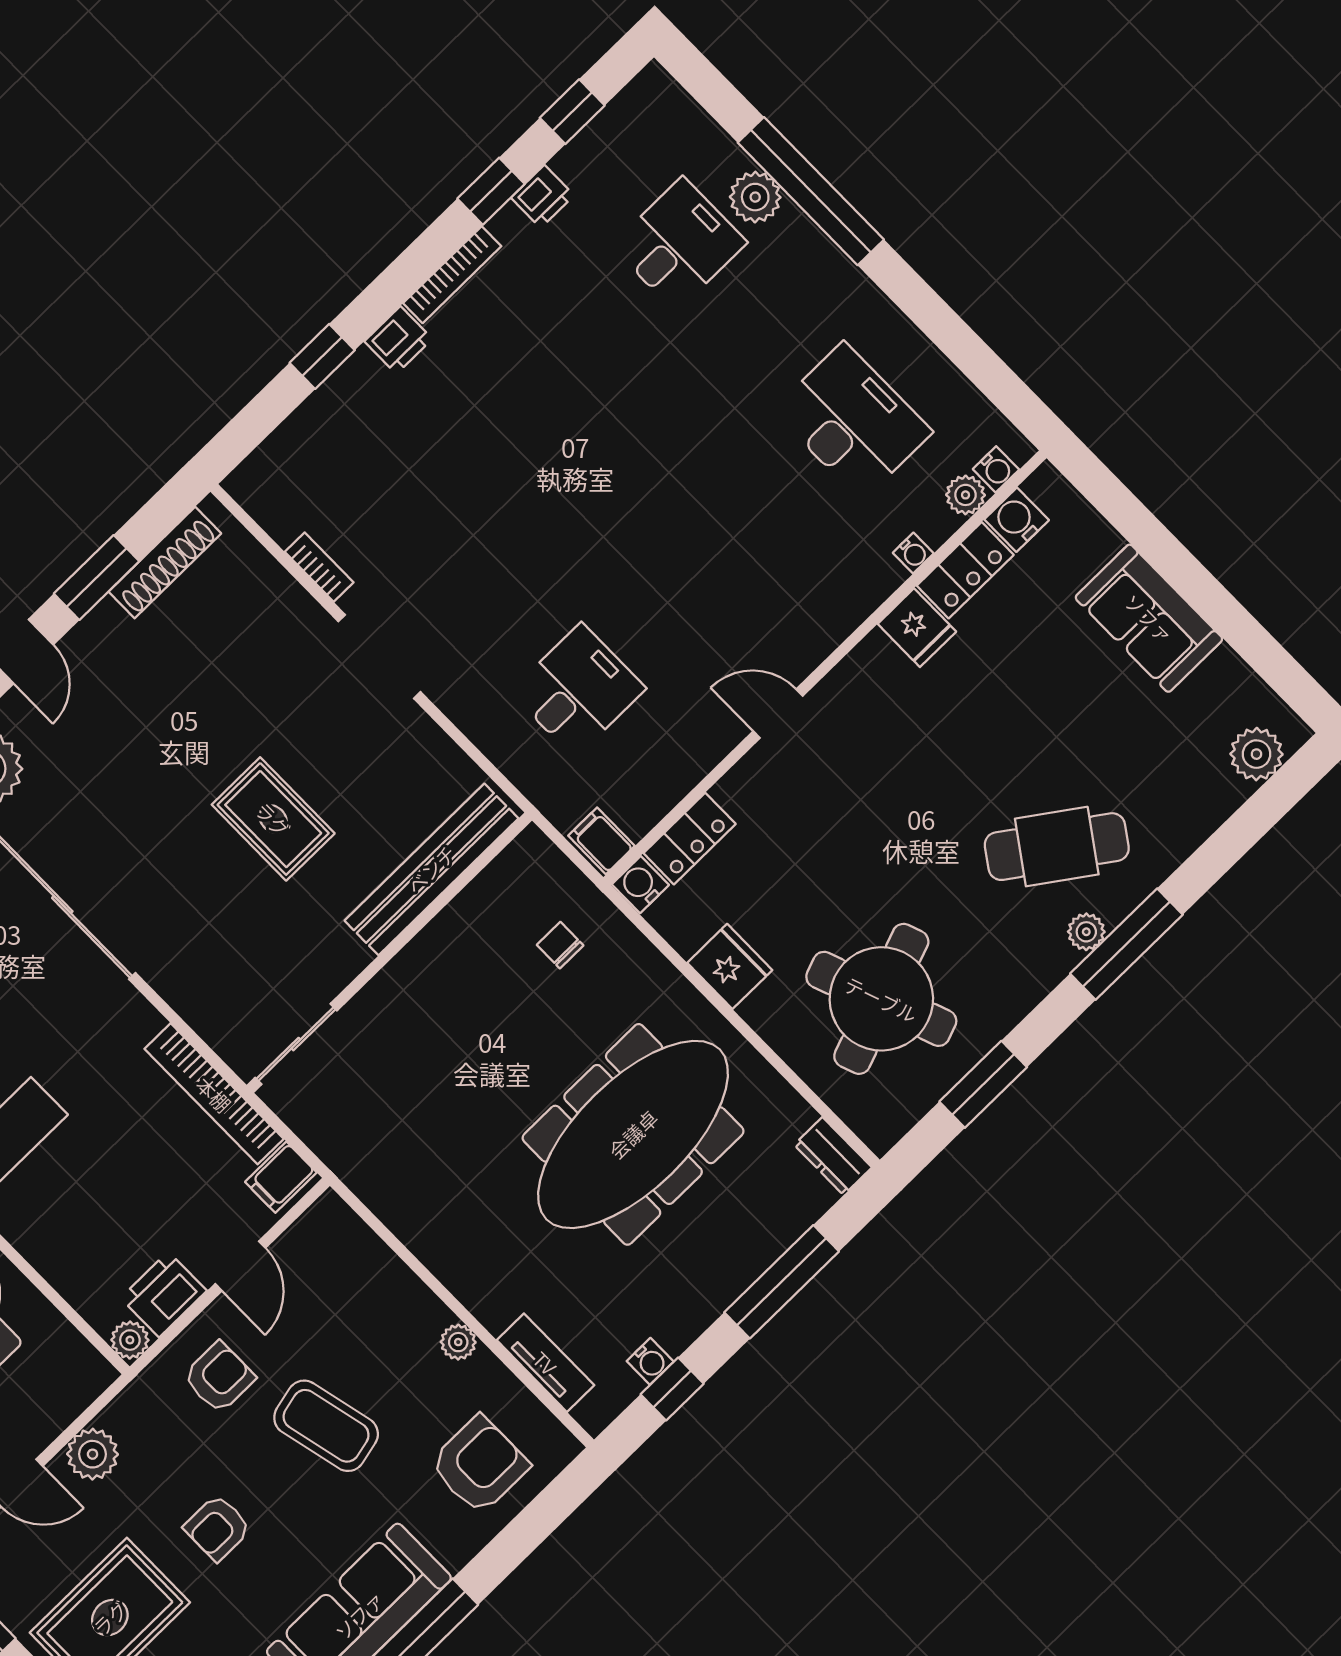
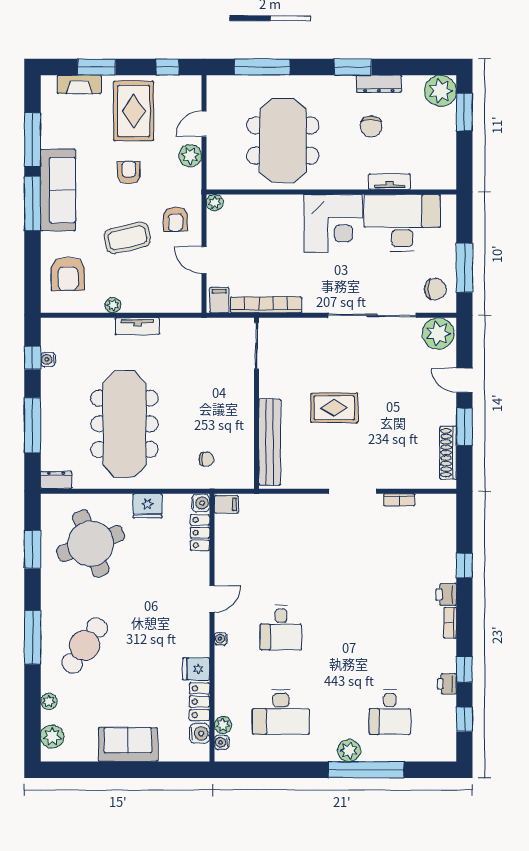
plant: (755, 197) -> (349, 751), moved
bookcase: (452, 275) -> (450, 623), width x0.64
water cooler: (913, 553) -> (221, 639), moved
desk: (578, 690) -> (281, 628), moved
plant: (1086, 932) -> (49, 701), moved
printer: (164, 1294) -> (219, 227), removed
tv unit: (545, 1363) -> (137, 326), moved

